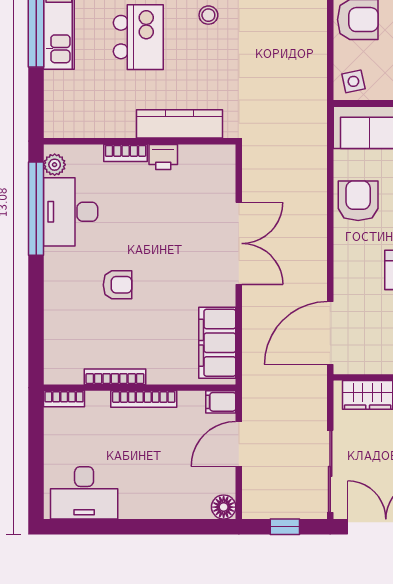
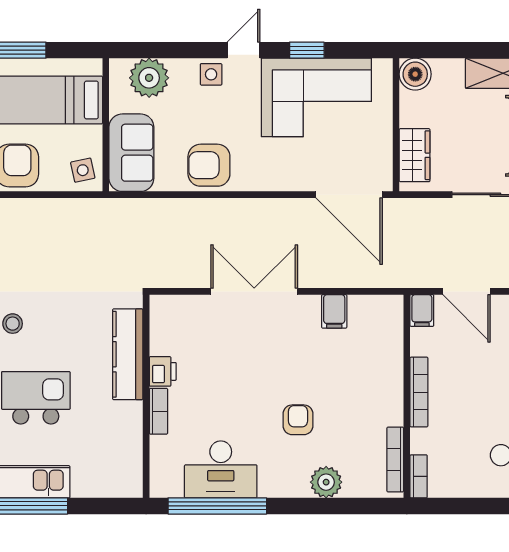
plant: (55, 165) -> (326, 482), moved, width x1.38, depth x1.38
filing cabinet: (217, 343) -> (334, 311), width x0.33, depth x0.86
bookcase: (115, 377) -> (395, 460), moved

